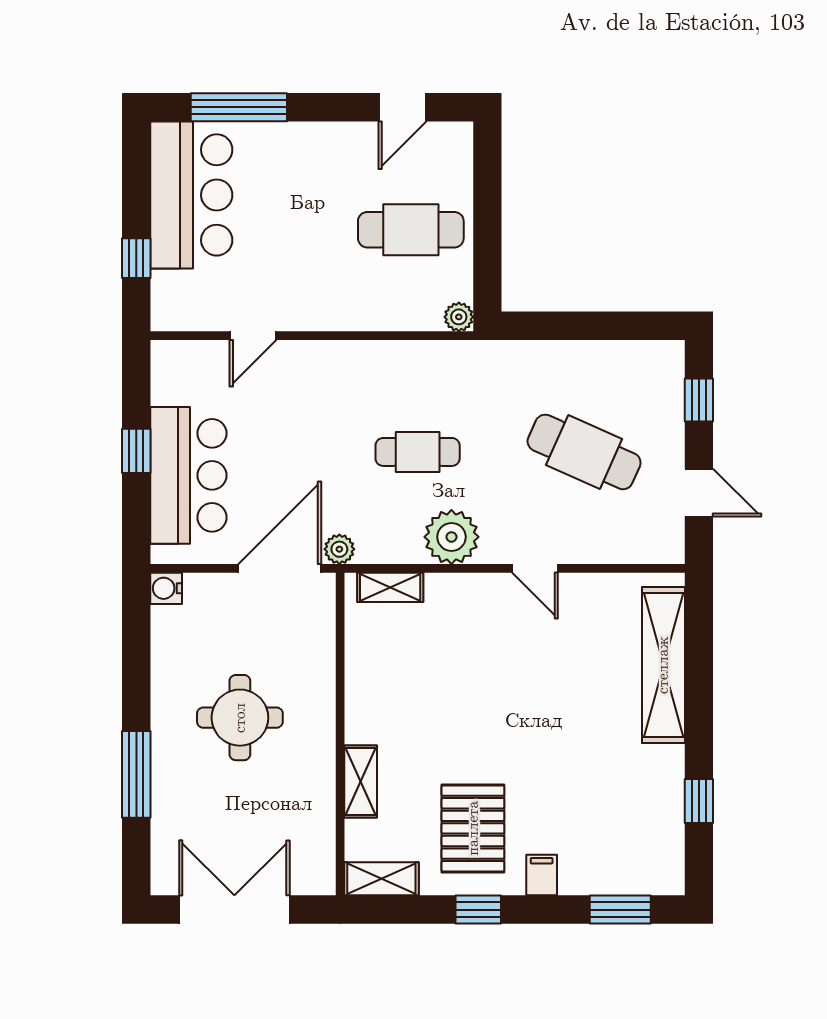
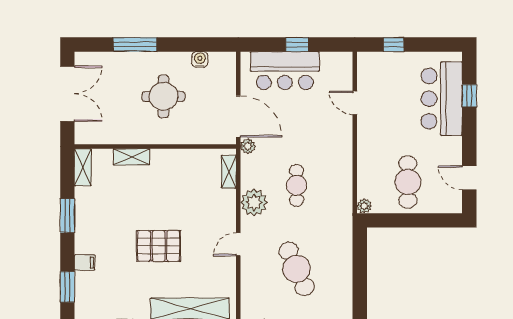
window: (239, 107) -> (469, 96), width x0.46
bar counter: (191, 195) -> (442, 99), moved, turned 90
cafe table: (584, 452) -> (297, 269), turned -48
water cooler: (166, 588) -> (200, 59), moved
pallet: (473, 828) -> (159, 246), moved
filing cabinet: (542, 875) -> (85, 263), moved
window: (478, 910) -> (67, 216), width x1.50

